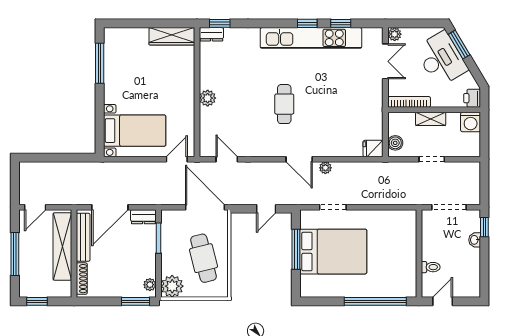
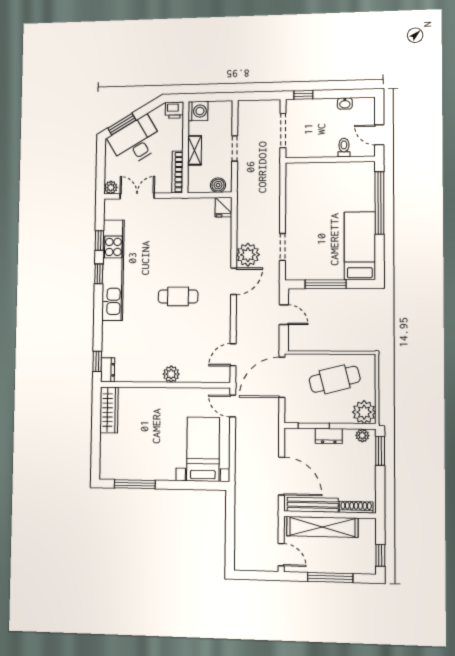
plant: (325, 168) -> (248, 255), width x1.87, depth x1.87
dresser: (143, 217) -> (329, 436), moved, turned 90
washbasin: (475, 240) -> (345, 104), moved
bed: (333, 252) -> (360, 246), moved, width x0.67

